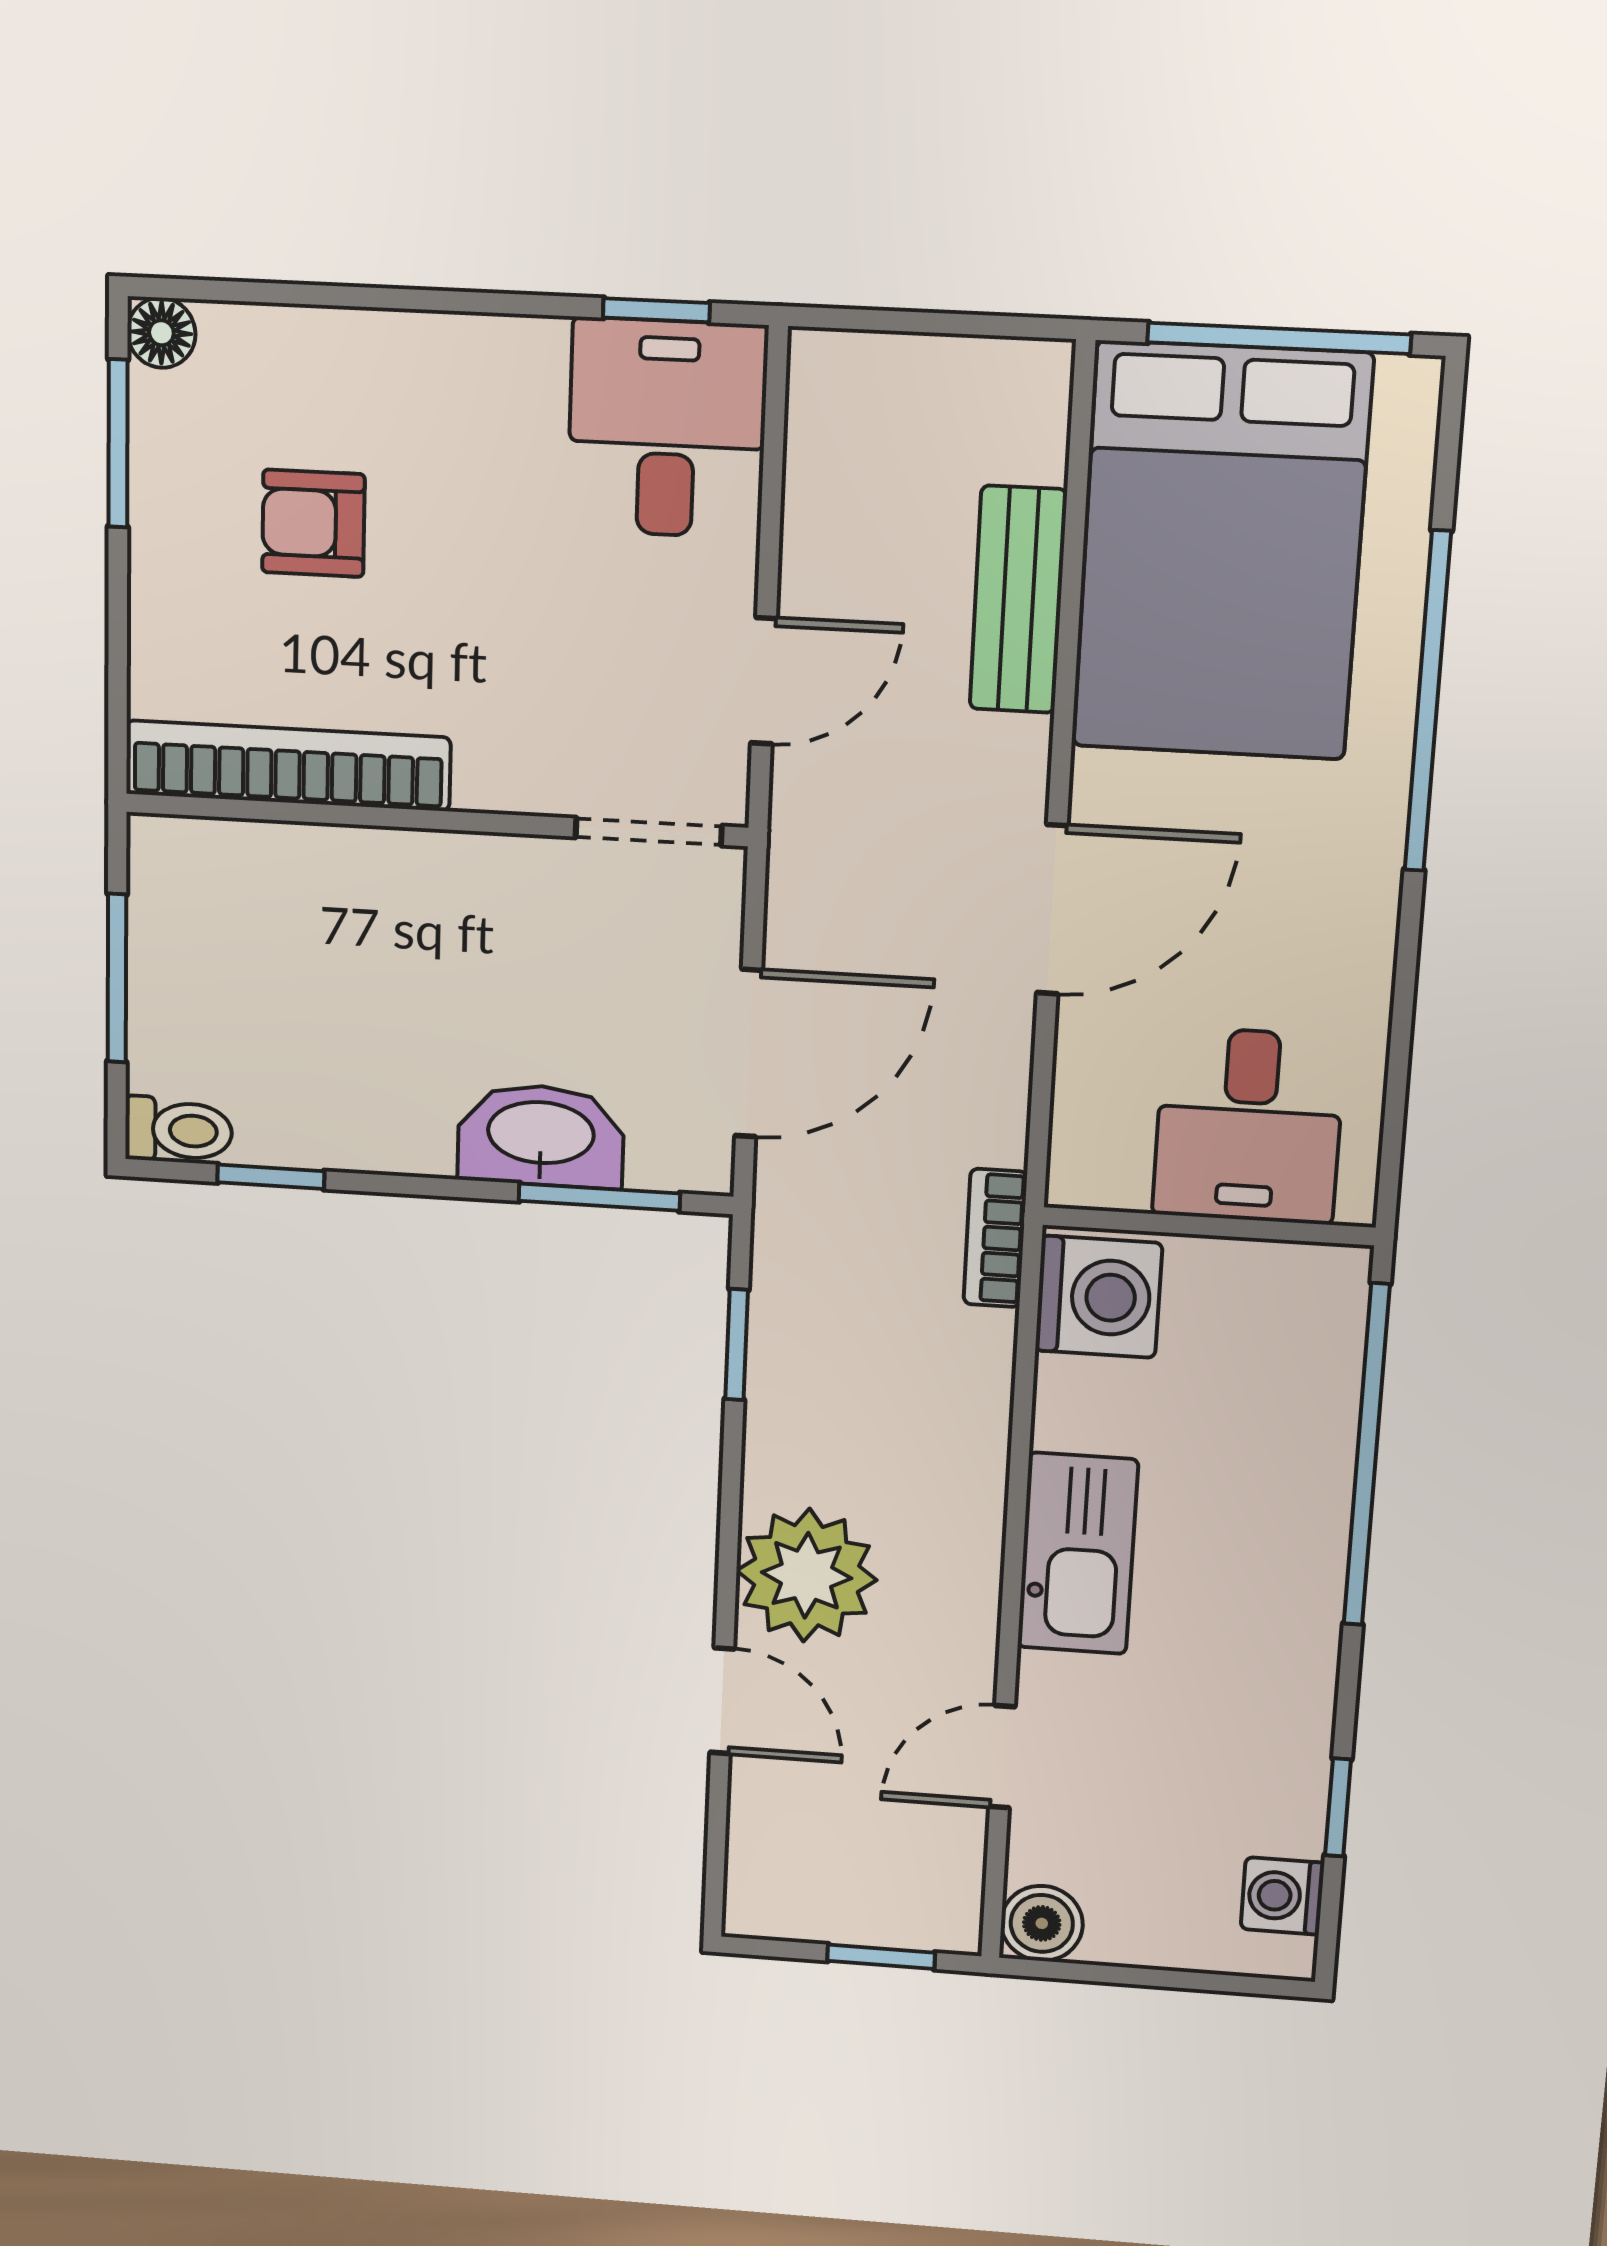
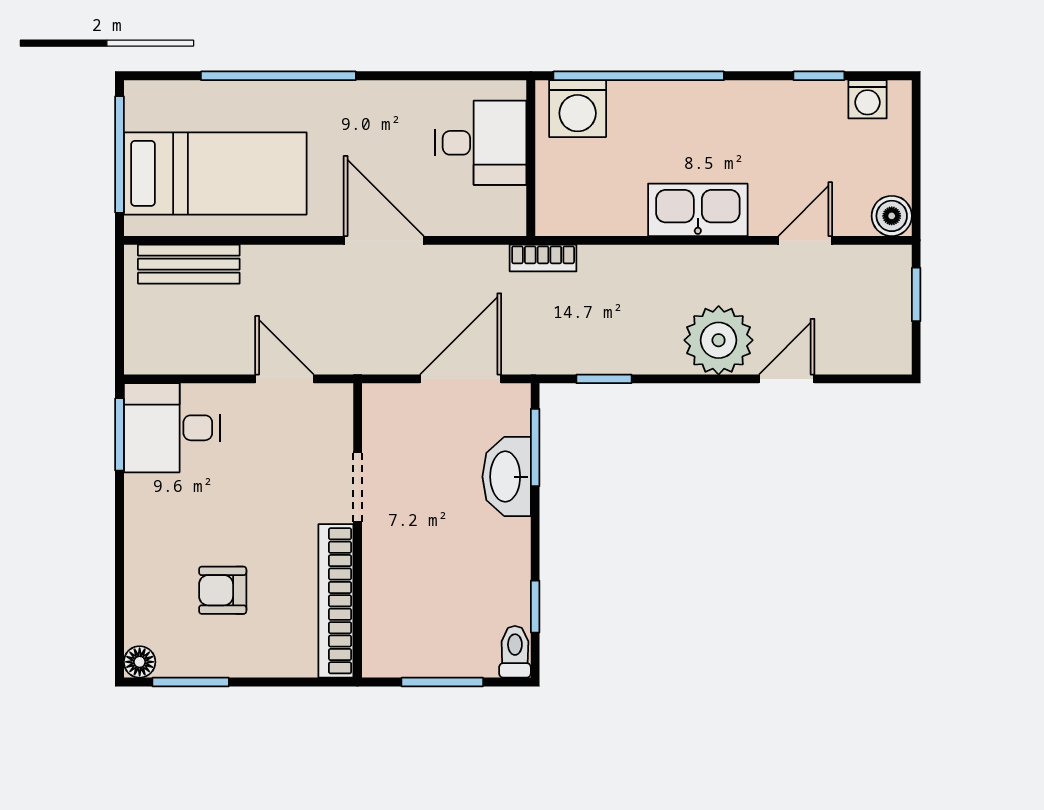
window: (656, 310) -> (119, 434), width x1.50
armchair: (313, 523) -> (223, 590), turned 90
bed: (1222, 552) -> (215, 173), width x0.67
bench: (1018, 600) -> (189, 264), moved
doorway: (649, 832) -> (358, 487), moved
door: (749, 1053) -> (461, 379), hinge flipped
washing machine: (1099, 1297) -> (578, 109), moved, turned 180
door: (1002, 1757) -> (805, 240), swing flipped

